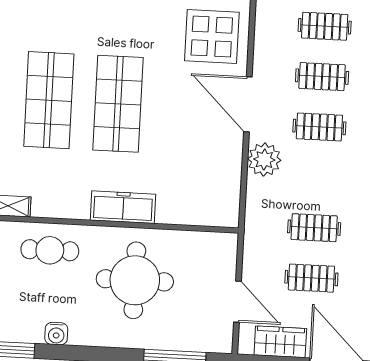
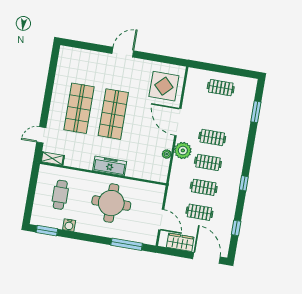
clothes rail: (322, 77) -> (208, 162), moved
plant: (233, 170) -> (167, 154), added
cafe table: (50, 250) -> (60, 195), moved, turned 90

